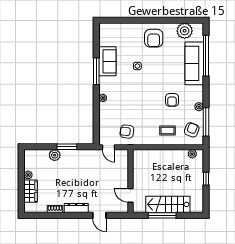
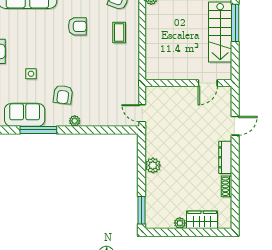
armchair: (127, 132) -> (63, 95), moved
window: (67, 147) -> (141, 210), moved
door: (108, 147) -> (142, 113), swing flipped
plant: (55, 155) -> (153, 165), moved
window: (162, 215) -> (235, 23), moved

